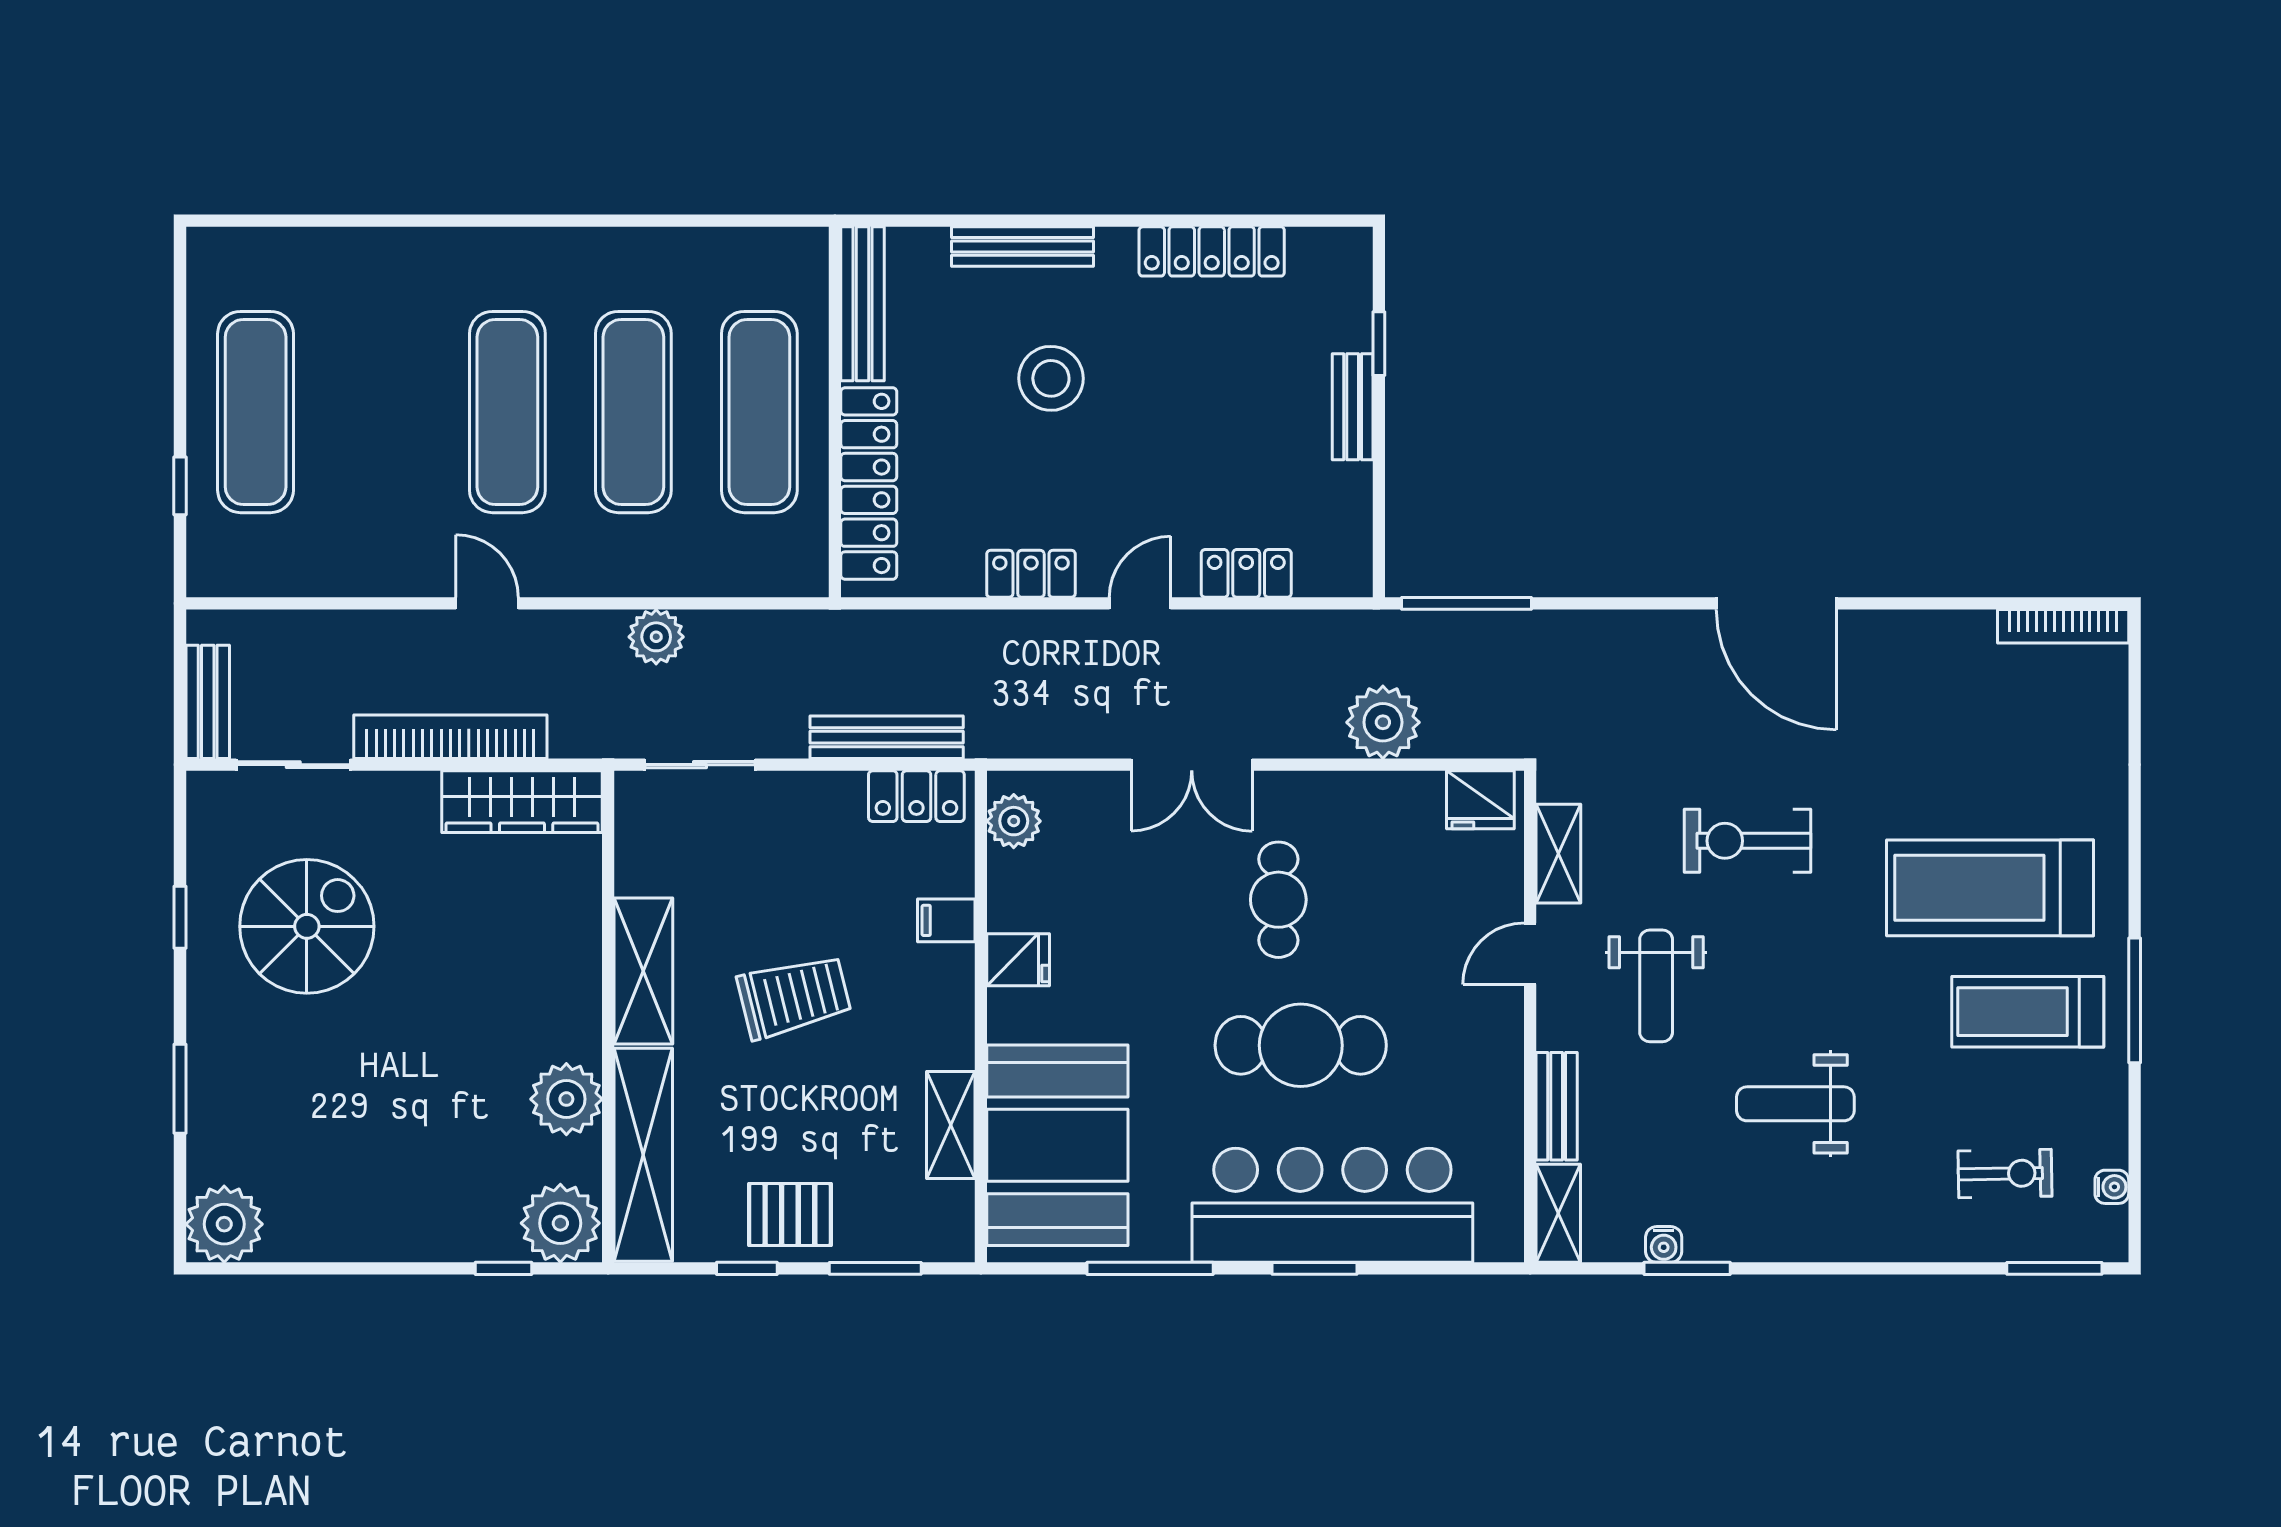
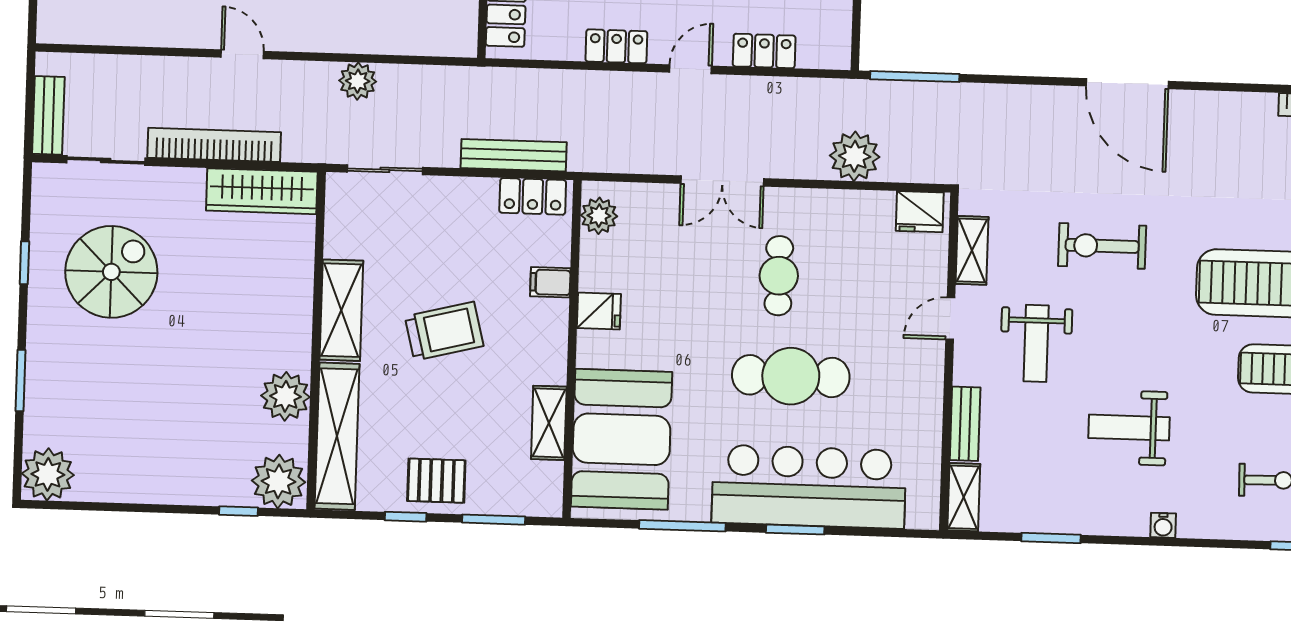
water cooler: (1664, 1244) -> (1163, 525), moved

